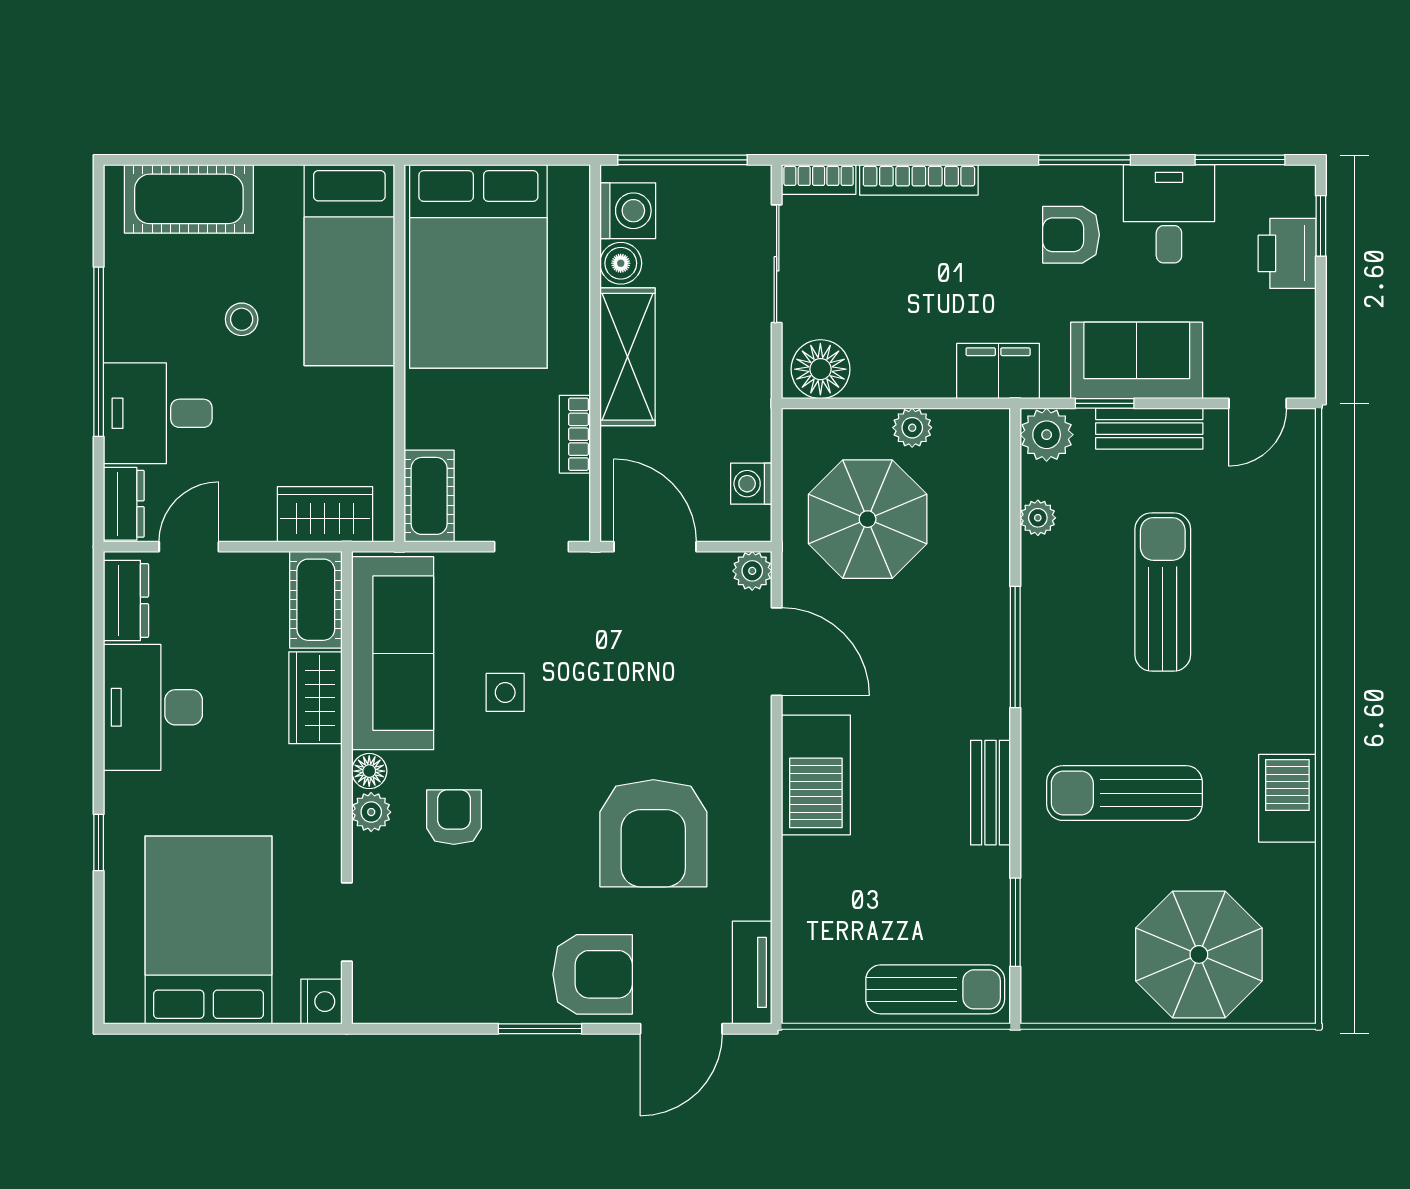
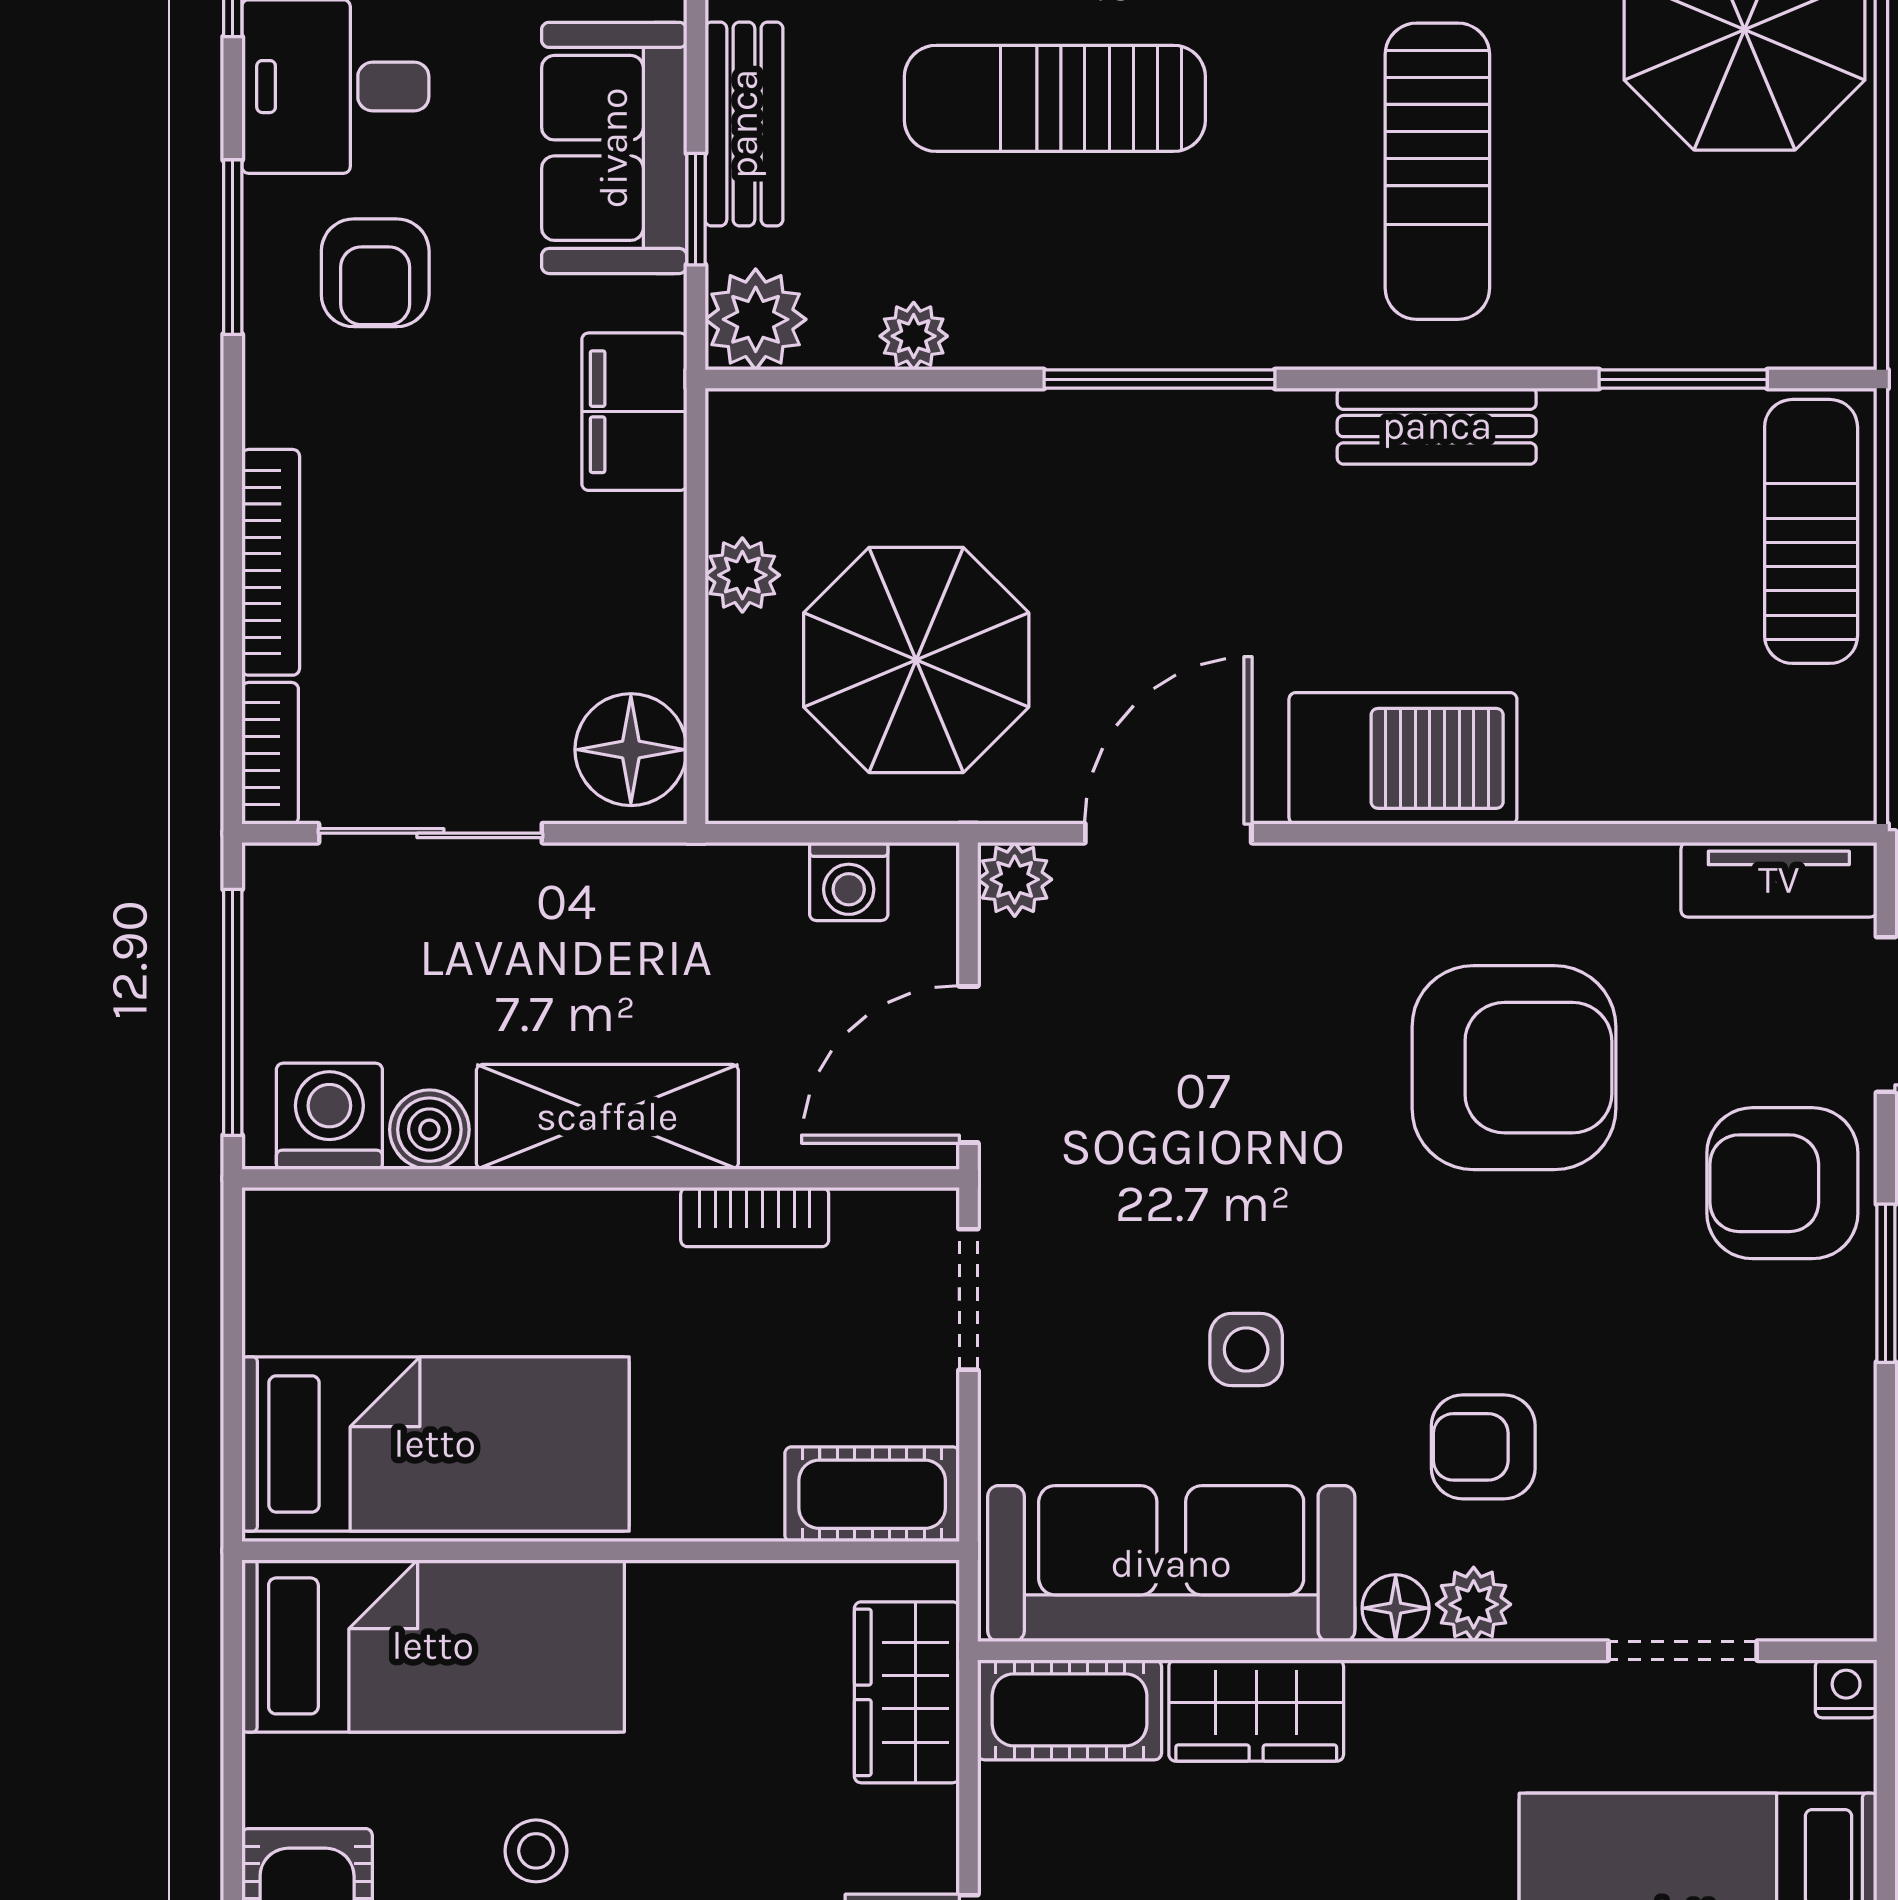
bed: (478, 266) -> (435, 1444), width x0.67
armchair: (593, 974) -> (1782, 1183), turned -90
nightstand: (321, 1002) -> (1846, 1689), width x0.72, depth x0.74

